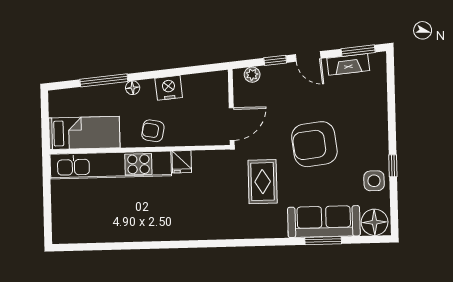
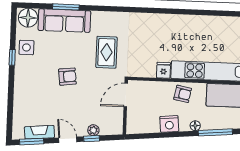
plant: (252, 75) -> (93, 130), moved
armchair: (314, 144) -> (67, 77), width x0.53, depth x0.53

